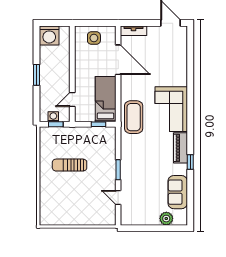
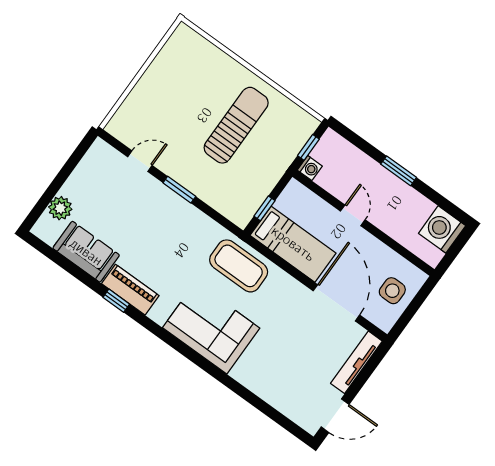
tv unit: (133, 31) -> (356, 362), width x1.41
door: (118, 60) -> (336, 303), swing flipped
door: (72, 99) -> (353, 215), moved
washing machine: (53, 117) -> (310, 168), moved
piano: (181, 148) -> (130, 290), moved
sun lounger: (70, 165) -> (236, 125), width x1.36, depth x1.34

